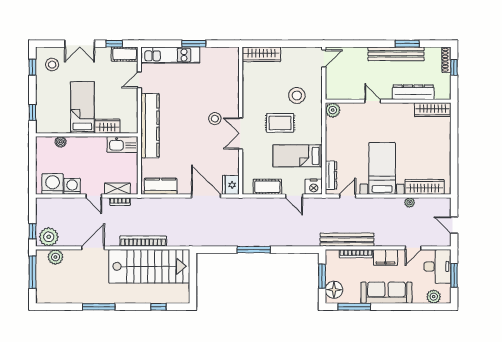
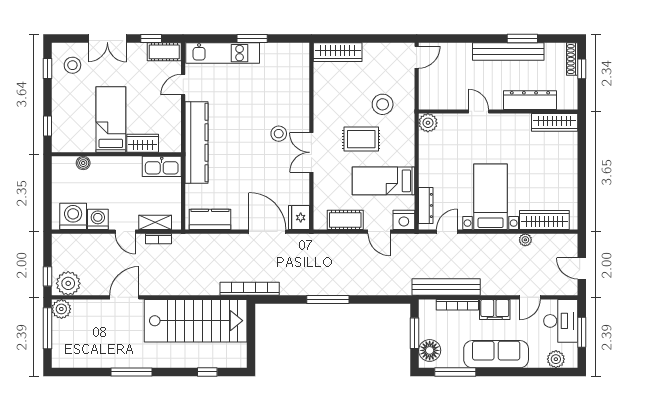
bookcase: (143, 241) -> (250, 289), moved
plant: (55, 257) -> (61, 309), moved

